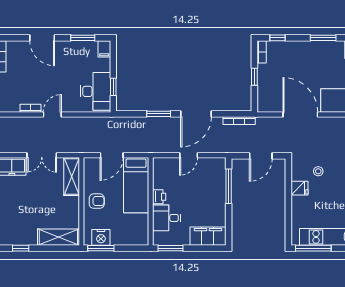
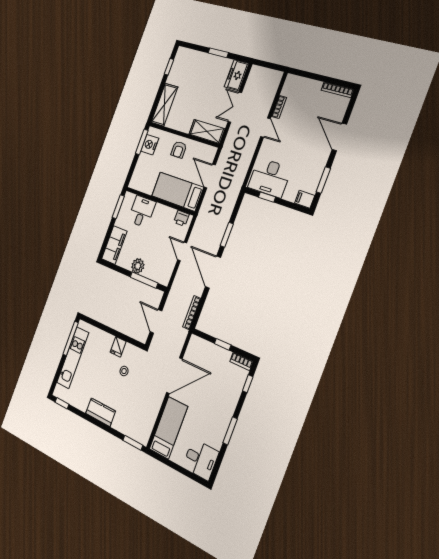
door: (42, 38) -> (339, 137), hinge flipped
printer: (159, 197) -> (181, 218), moved
plant: (218, 199) -> (138, 266), added

